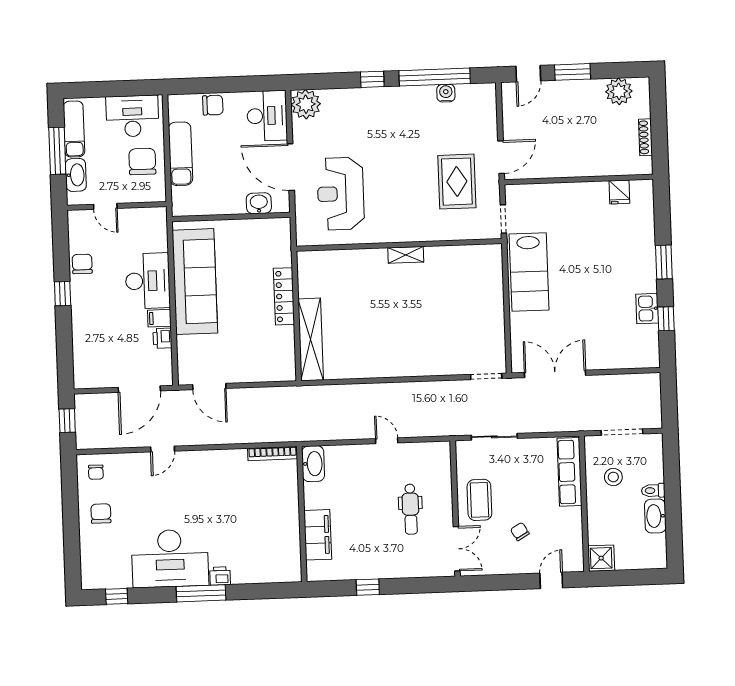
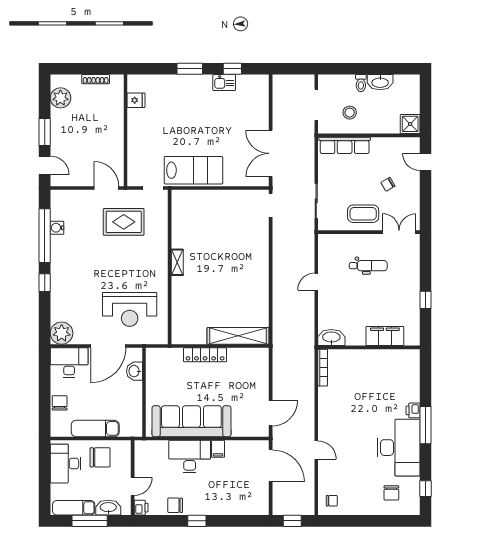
chair: (142, 162) -> (100, 457), turned 180
printer: (162, 338) -> (141, 508), moved, turned -90
chair: (101, 514) -> (391, 493), moved, turned -90

